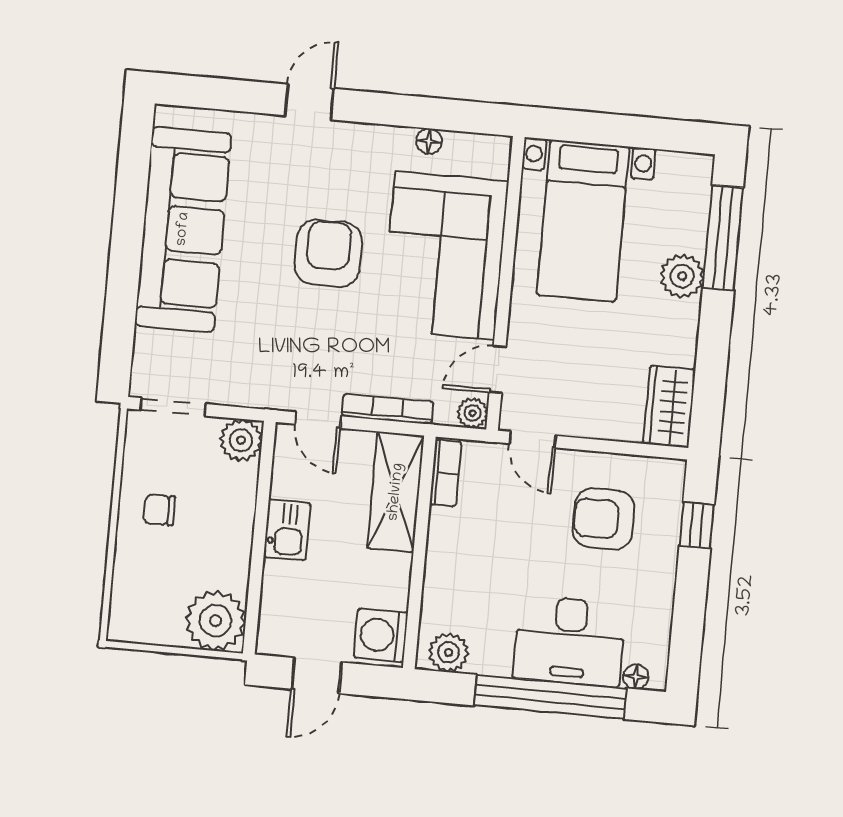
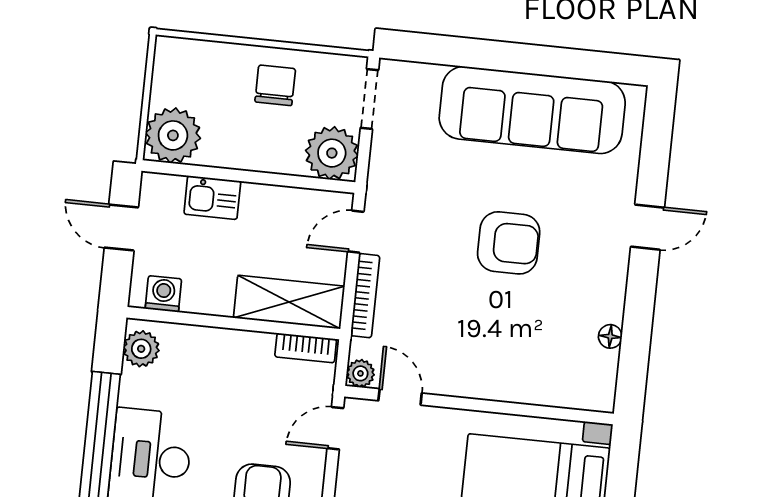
door: (309, 102) -> (647, 227), hinge flipped
corner sofa: (445, 256) -> (505, 350), removed
plant: (241, 440) -> (332, 153), width x1.36, depth x1.36
chair: (160, 510) -> (275, 85), width x1.37, depth x1.37
kitchen sink: (287, 530) -> (212, 198), moved
washing machine: (381, 635) -> (163, 294), width x0.73, depth x0.73

